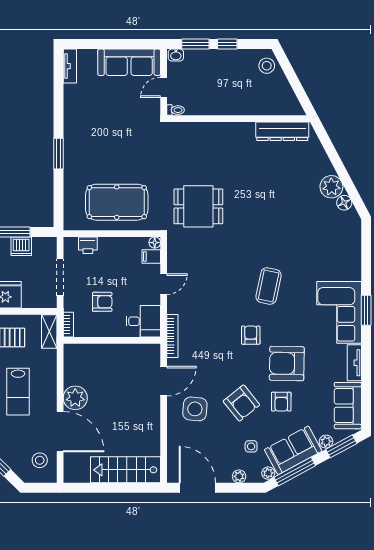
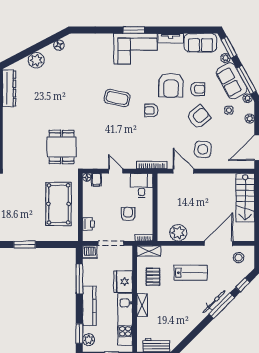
plant: (331, 187) -> (36, 60), moved
dishwasher: (21, 246) -> (90, 252), moved, turned 90
plant: (75, 398) -> (178, 233), moved

